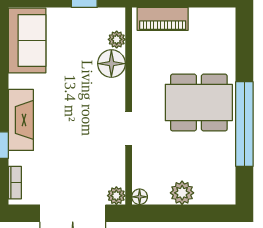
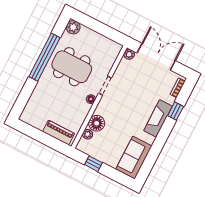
dining table: (199, 103) -> (72, 67), moved
plant: (182, 193) -> (73, 27), moved
floor lamp: (140, 197) -> (91, 99), moved

